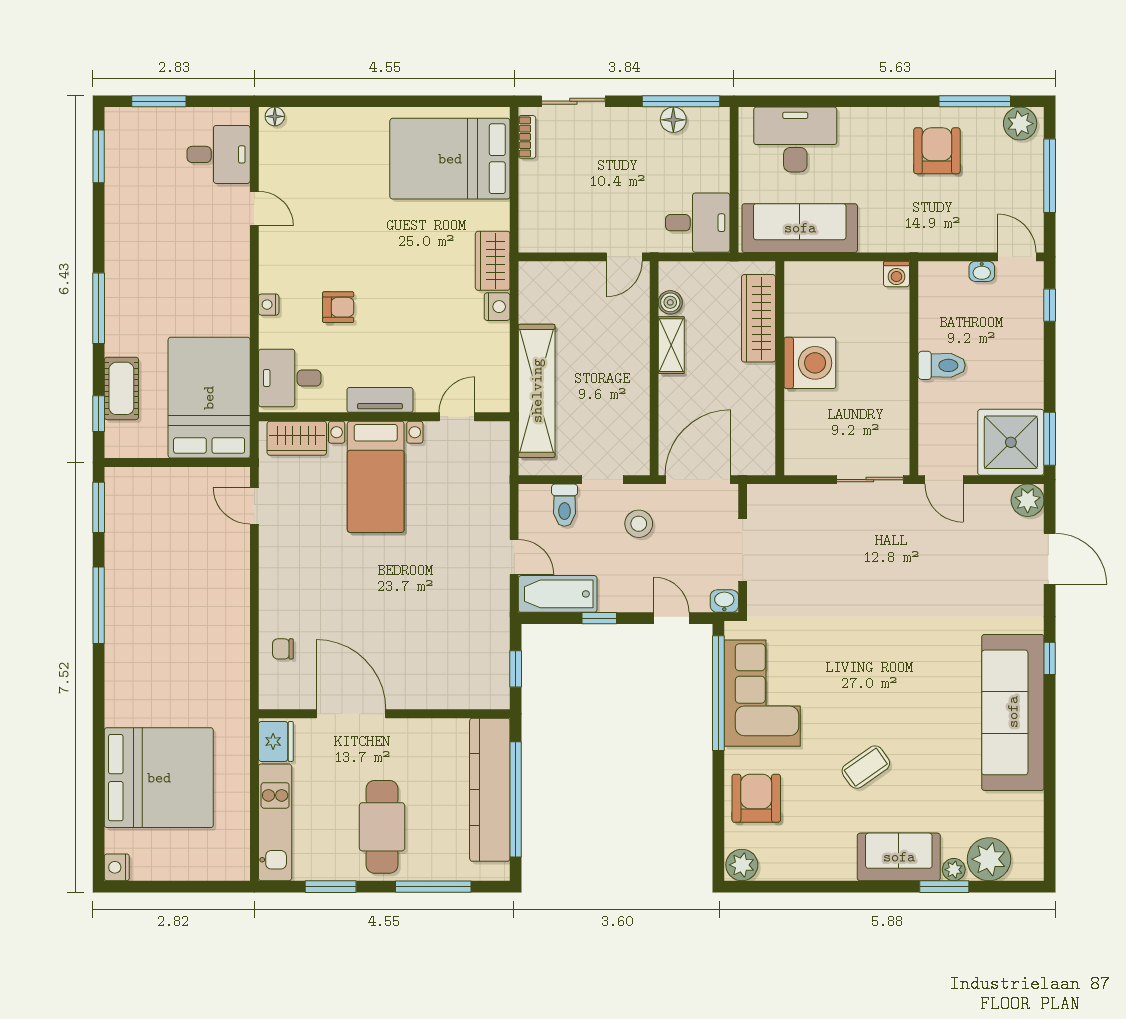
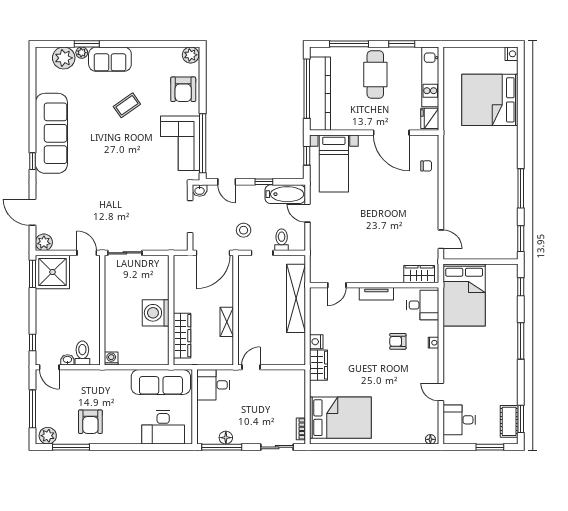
boiler: (670, 302) -> (227, 344), removed
toilet: (942, 365) -> (82, 353), moved, turned 90
cot: (121, 388) -> (509, 421), moved
bed with nightstands: (376, 477) -> (334, 163), moved, turned 180

